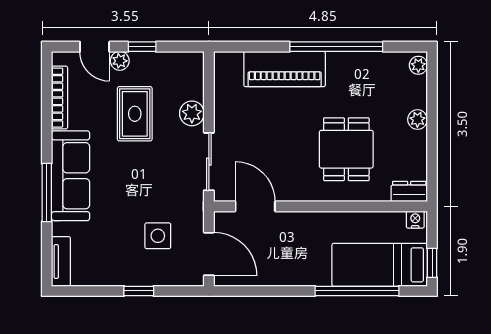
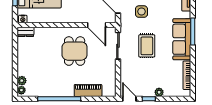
door: (95, 47) -> (129, 99), moved
piano: (285, 69) -> (88, 90), width x0.73, depth x0.75
plant: (192, 113) -> (126, 68), removed
rug: (135, 114) -> (147, 46), moved
plant: (417, 120) -> (22, 81), moved
dining table: (346, 149) -> (75, 51), moved

